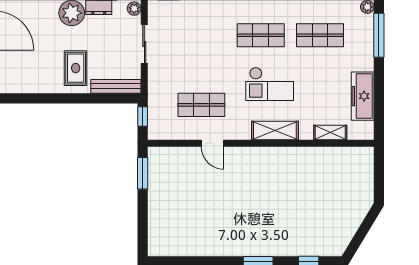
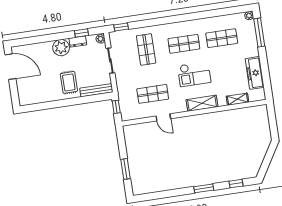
shop shelf: (201, 35) -> (146, 49), added
window: (143, 173) -> (125, 169), moved

